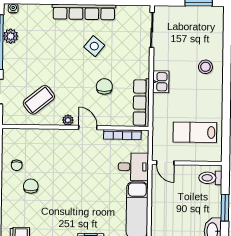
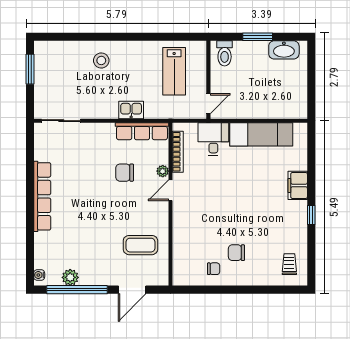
side table: (94, 46) -> (80, 184), removed
kitchen sink: (161, 82) -> (131, 110), moved
coffee table: (39, 100) -> (140, 245), turned -51
plant: (68, 120) -> (163, 171), moved

